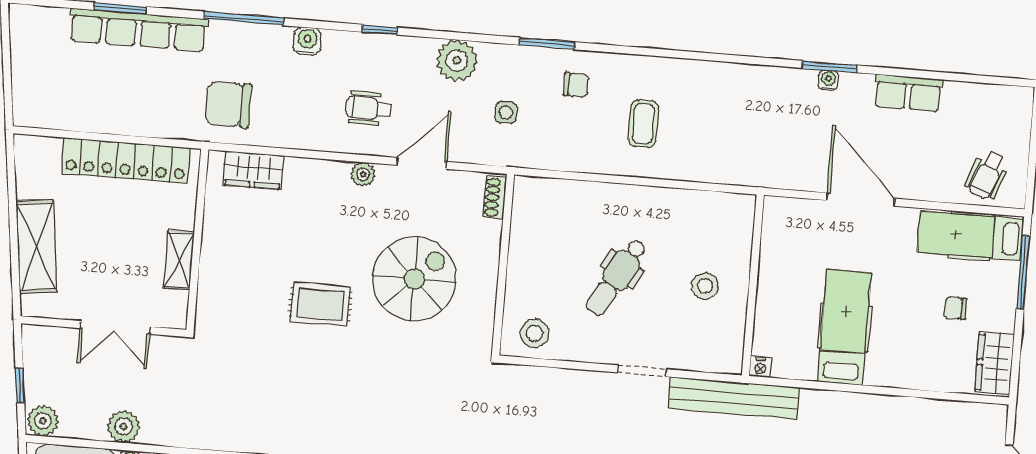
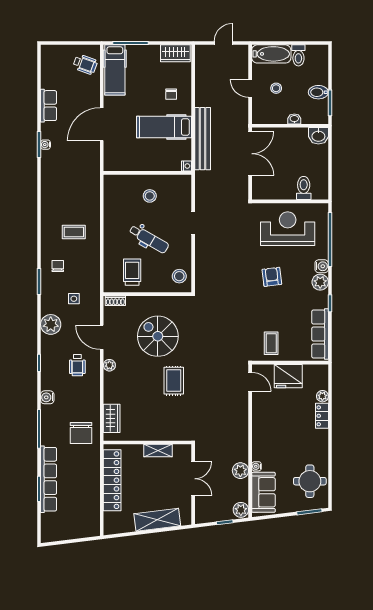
trolley: (551, 237) -> (132, 272), added
chair: (955, 308) -> (171, 94), moved
bench: (734, 398) -> (203, 139), moved

